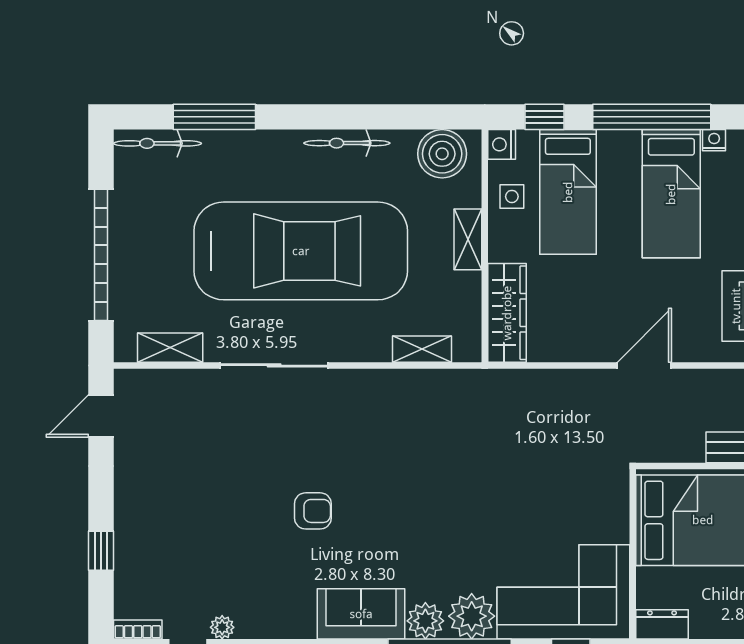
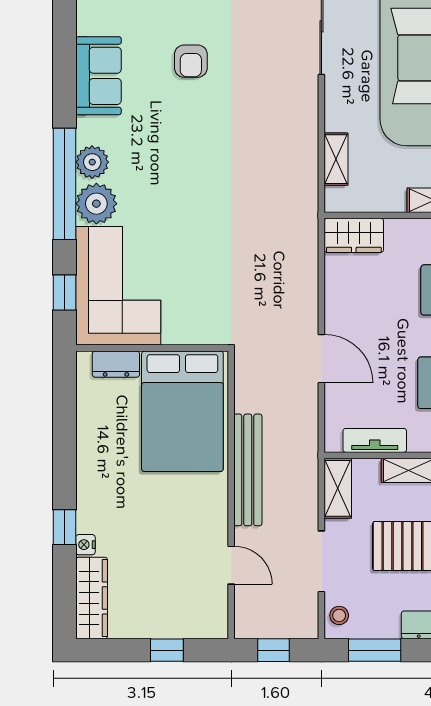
wardrobe: (507, 313) -> (354, 235), width x0.67
sofa: (361, 614) -> (98, 76), moved
dresser: (662, 624) -> (116, 364), moved, turned 90

